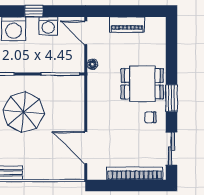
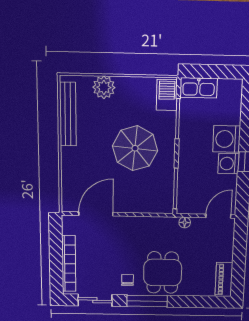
piano: (127, 25) -> (224, 280), moved
washing machine: (48, 26) -> (228, 164), moved
window: (172, 98) -> (147, 301), width x1.44

